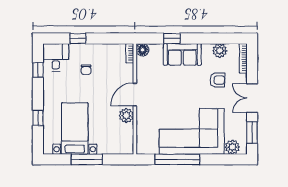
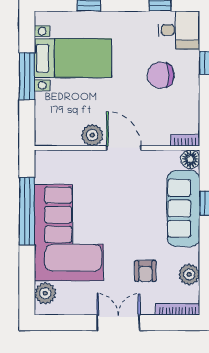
sofa: (182, 54) -> (183, 208), width x1.36
chair: (86, 70) -> (161, 75), width x1.87, depth x1.87
window: (252, 132) -> (67, 323), removed

